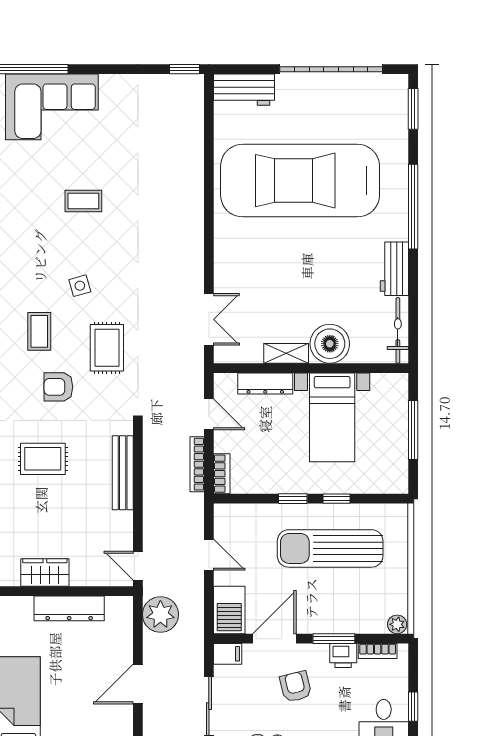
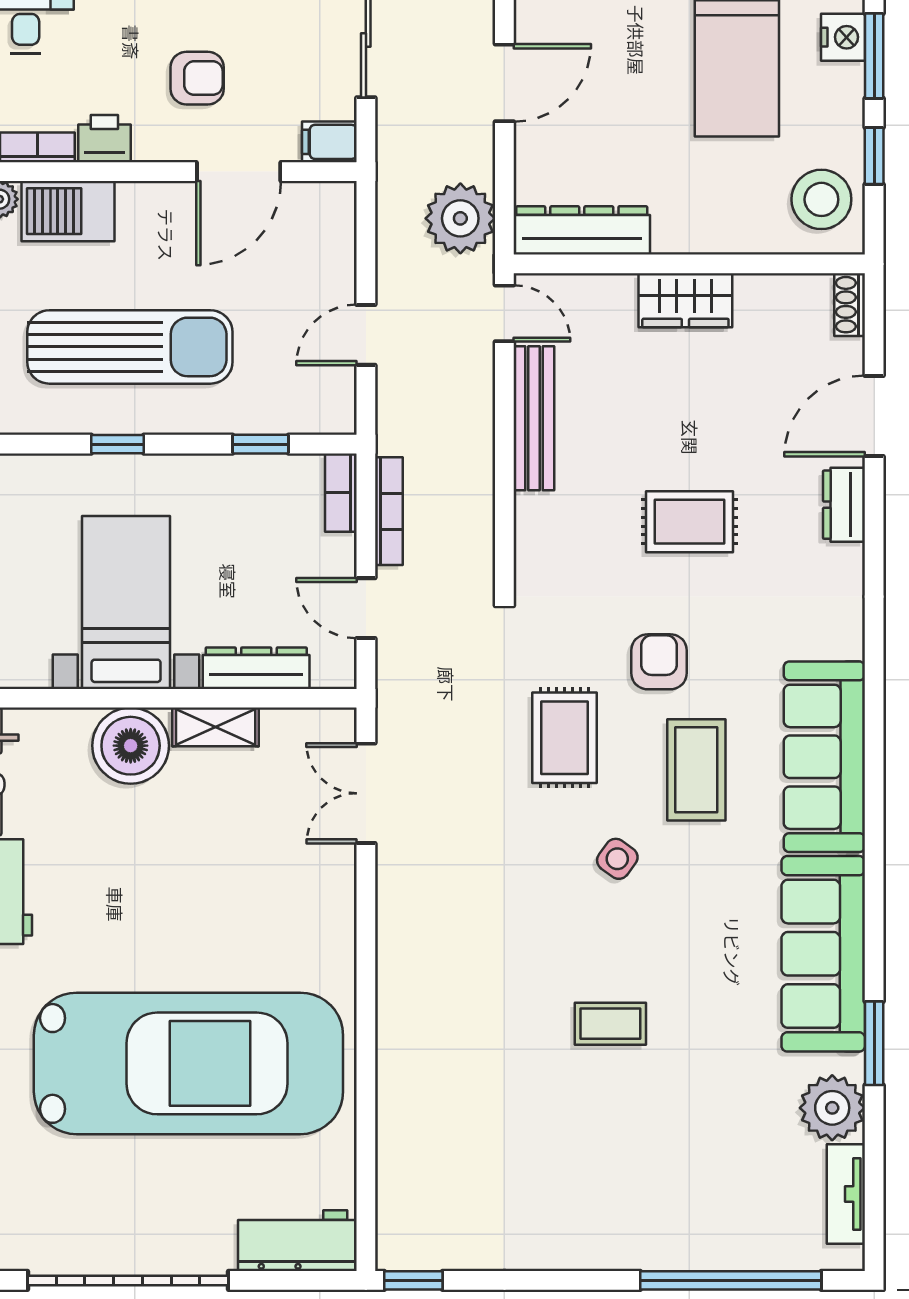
corner sofa: (52, 107) -> (672, 1207), removed
side table: (80, 286) -> (617, 859), turned -38
coffee table: (39, 331) -> (696, 770), width x1.36, depth x1.30
armchair: (58, 387) -> (659, 662), turned -90
bench: (123, 473) -> (534, 418), moved
window: (293, 499) -> (260, 444), moved
door: (209, 555) -> (366, 335), hinge flipped
dresser: (69, 608) -> (582, 230), moved
barbecue: (229, 610) -> (68, 211), moved, turned -90
window: (334, 639) -> (123, 172), removed
armchair: (296, 687) -> (197, 78), turned -76

